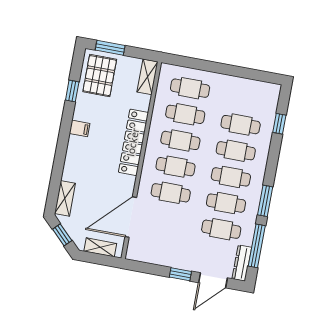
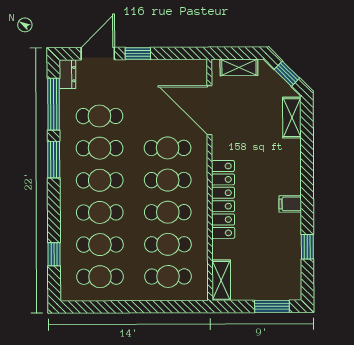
pallet: (100, 76) -> (278, 271), removed
cafe table: (245, 98) -> (100, 277), added
door: (131, 217) -> (209, 110), swing flipped
dresser: (242, 263) -> (67, 74), width x0.70

